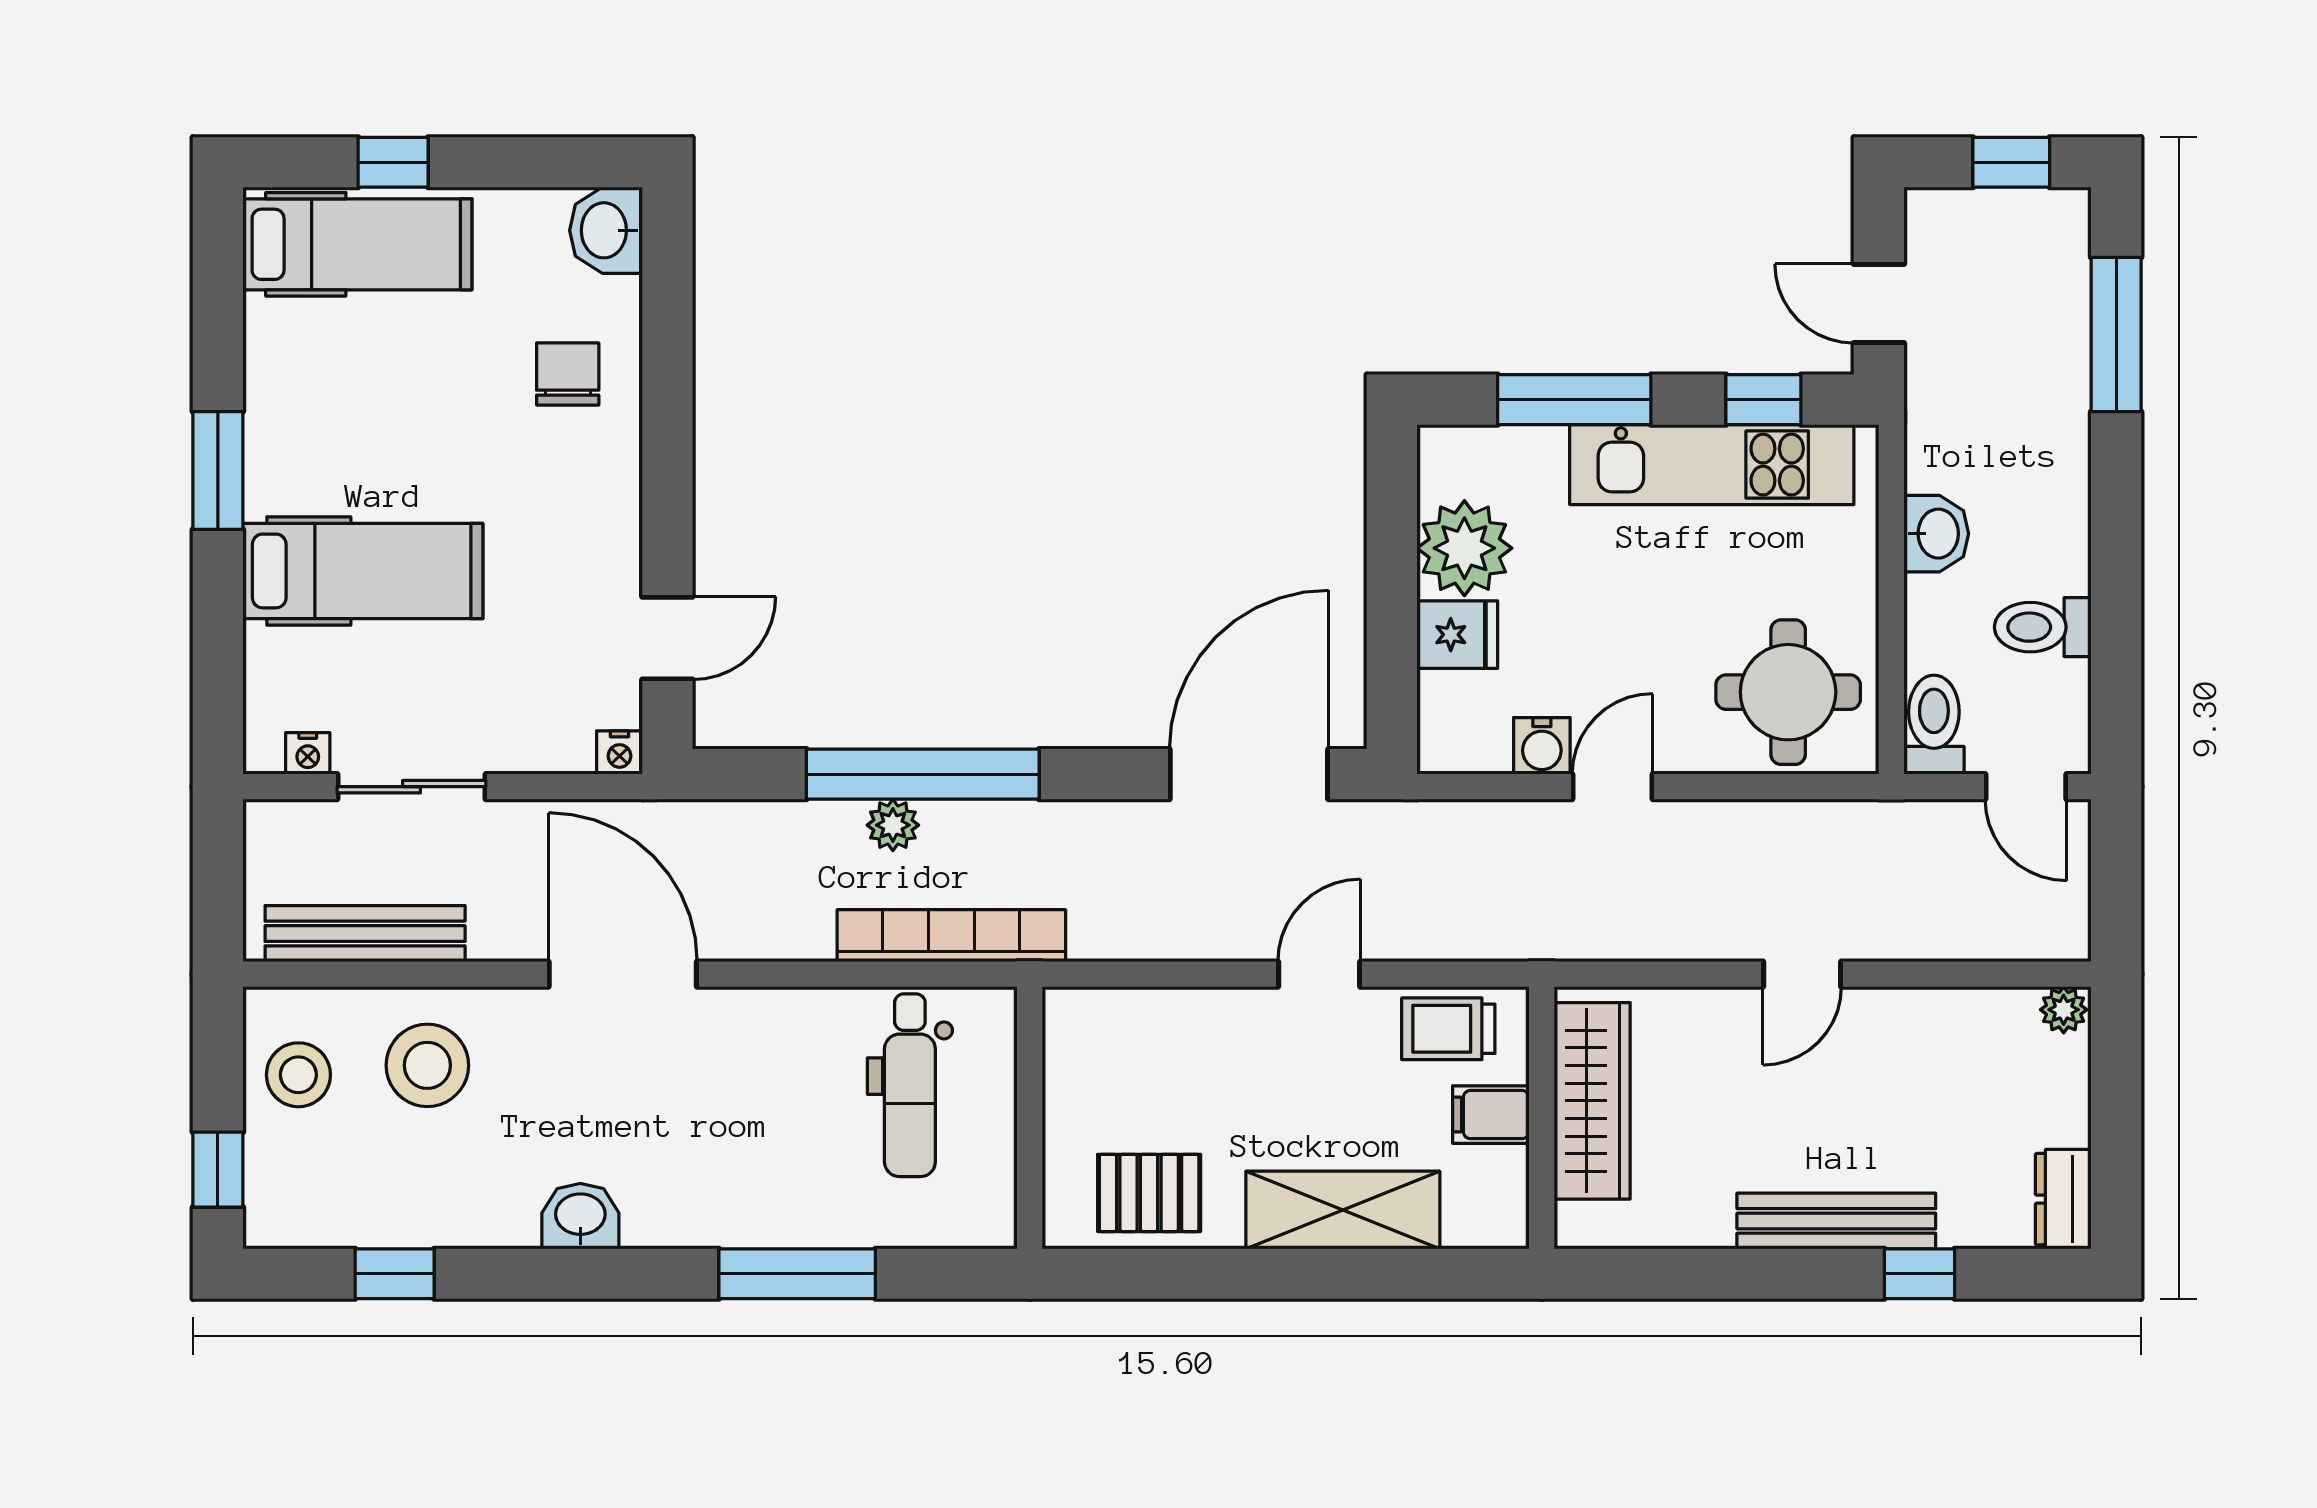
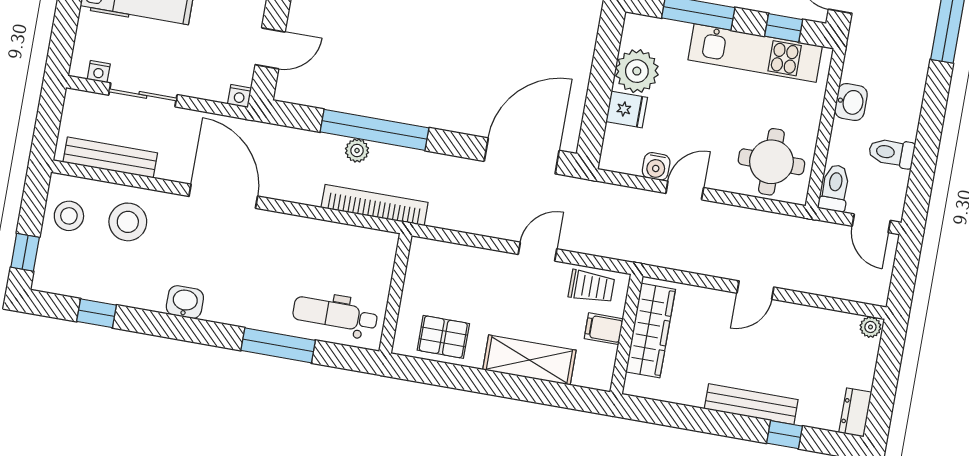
trolley: (1448, 1029) -> (591, 287), turned 180
dental chair: (910, 1085) -> (335, 314), moved, turned 90

